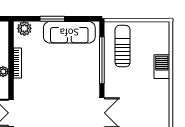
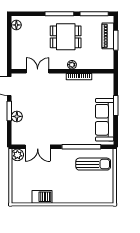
plant: (24, 28) -> (108, 82), removed
barbecue: (162, 67) -> (42, 197), moved

